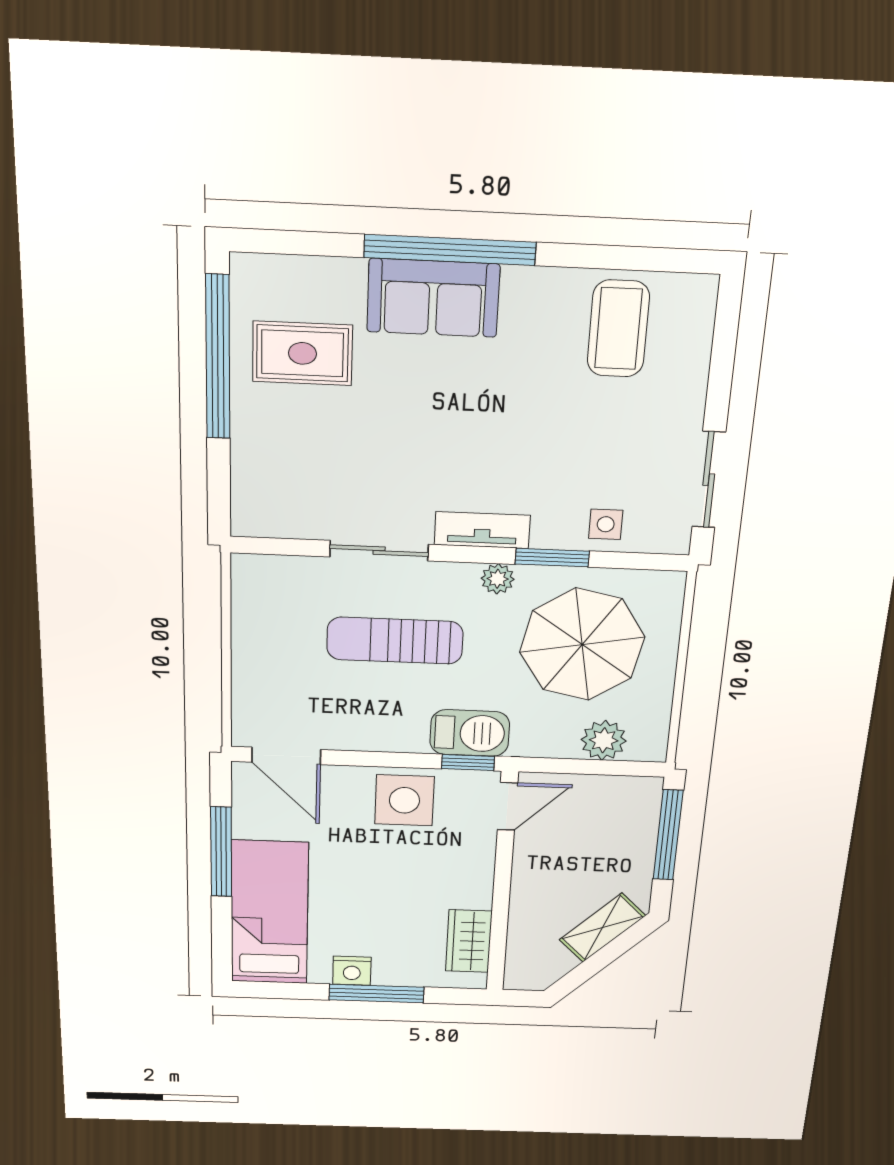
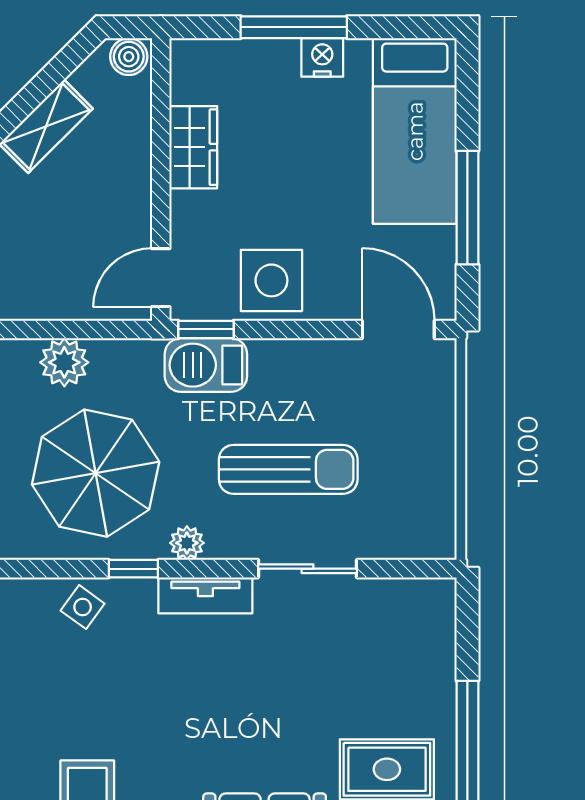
side table: (606, 524) -> (83, 607), turned 36
window: (552, 558) -> (133, 569), width x0.67
wardrobe: (469, 941) -> (193, 147), moved
boiler: (524, 977) -> (129, 57), added

